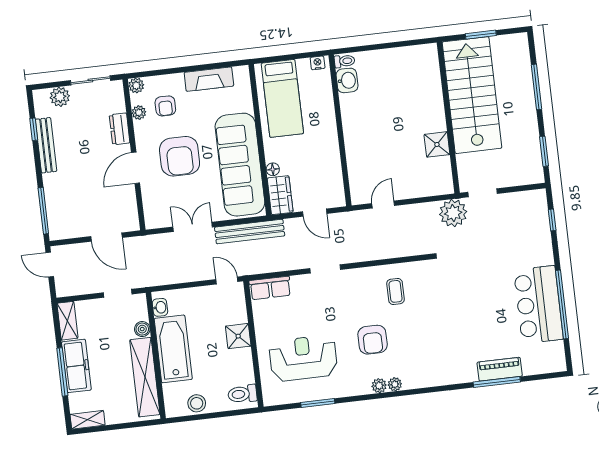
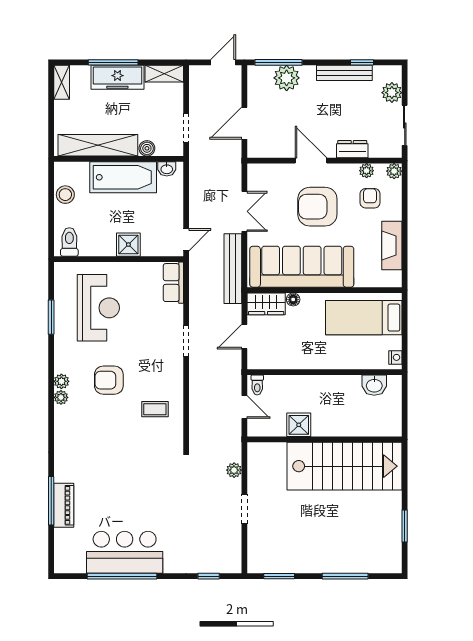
toilet: (345, 61) -> (257, 385), moved
stairs: (472, 95) -> (345, 466), moved
armchair: (165, 106) -> (370, 198), turned 90
wall: (448, 118) -> (325, 439), moved
shower: (437, 144) -> (299, 425), moved
plant: (58, 201) -> (287, 78), added
plant: (453, 213) -> (234, 470), width x0.53, depth x0.53

